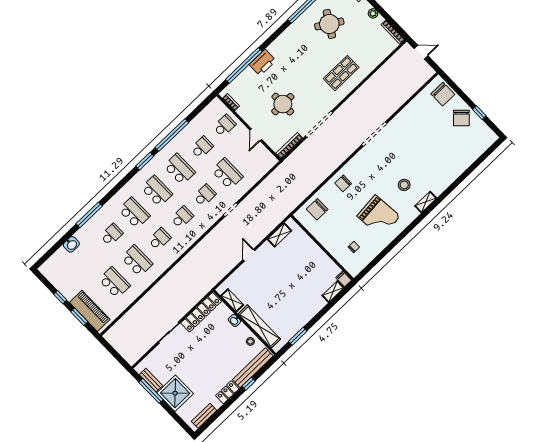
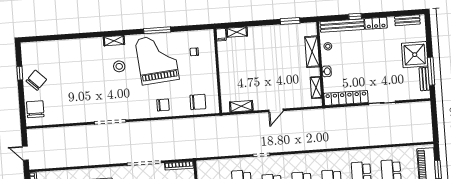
grand piano: (379, 216) -> (157, 59), width x1.37, depth x1.48
window: (398, 239) -> (157, 30), added
shelving: (259, 326) -> (312, 52), width x0.68

